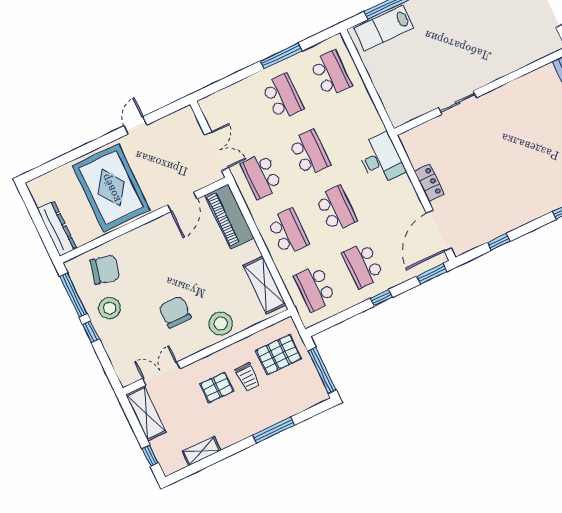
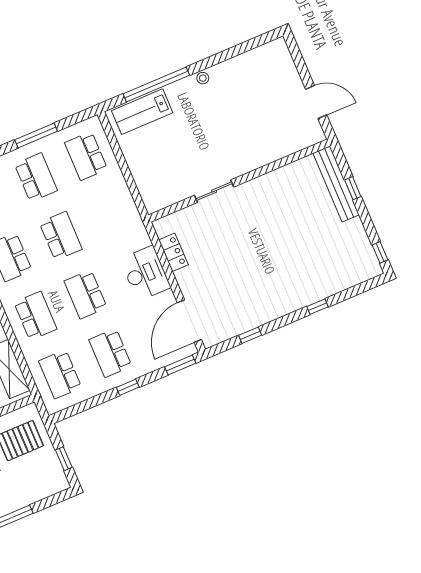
school desk: (331, 74) -> (86, 156), turned 180
desk: (381, 159) -> (145, 273), moved
locker: (429, 183) -> (173, 252), moved
school desk: (336, 209) -> (86, 294), turned 180
window: (322, 370) -> (64, 459), width x0.46

